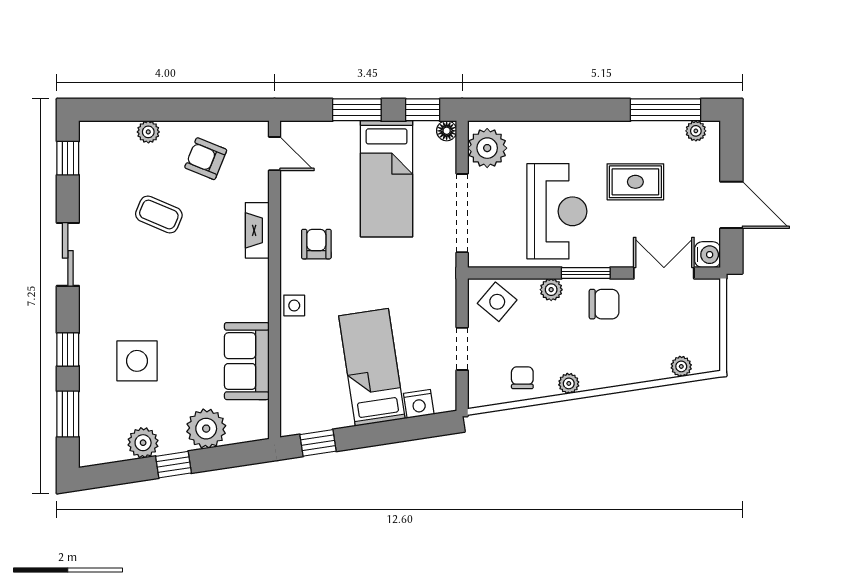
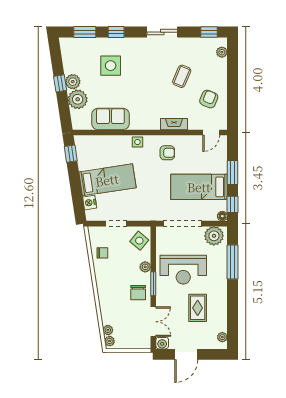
window: (665, 110) -> (233, 262), moved
plant: (148, 132) -> (222, 52), moved
plant: (569, 383) -> (110, 341), moved
plant: (143, 443) -> (73, 82), moved

